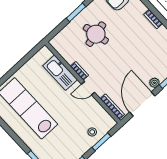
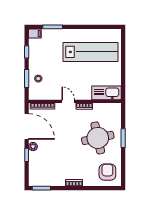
round table: (96, 34) -> (98, 138), width x1.36, depth x1.36
kitchen sink: (60, 73) -> (106, 93), moved
door: (88, 88) -> (68, 101), hinge flipped

